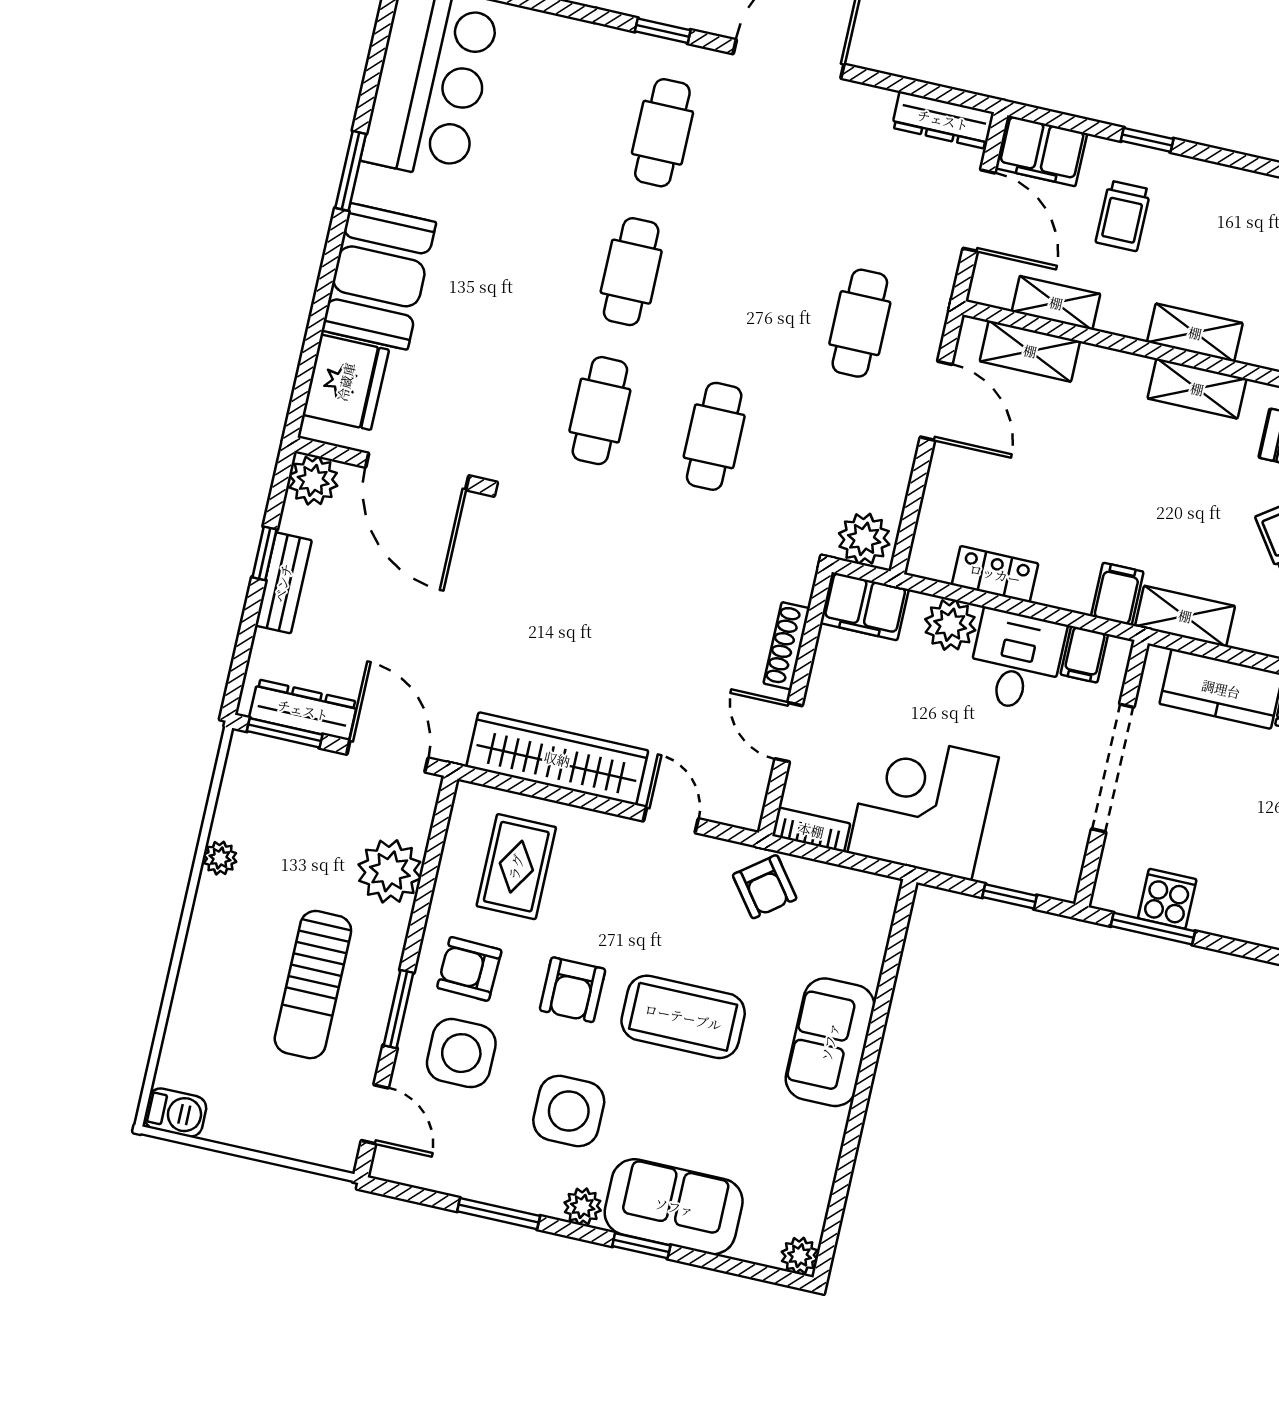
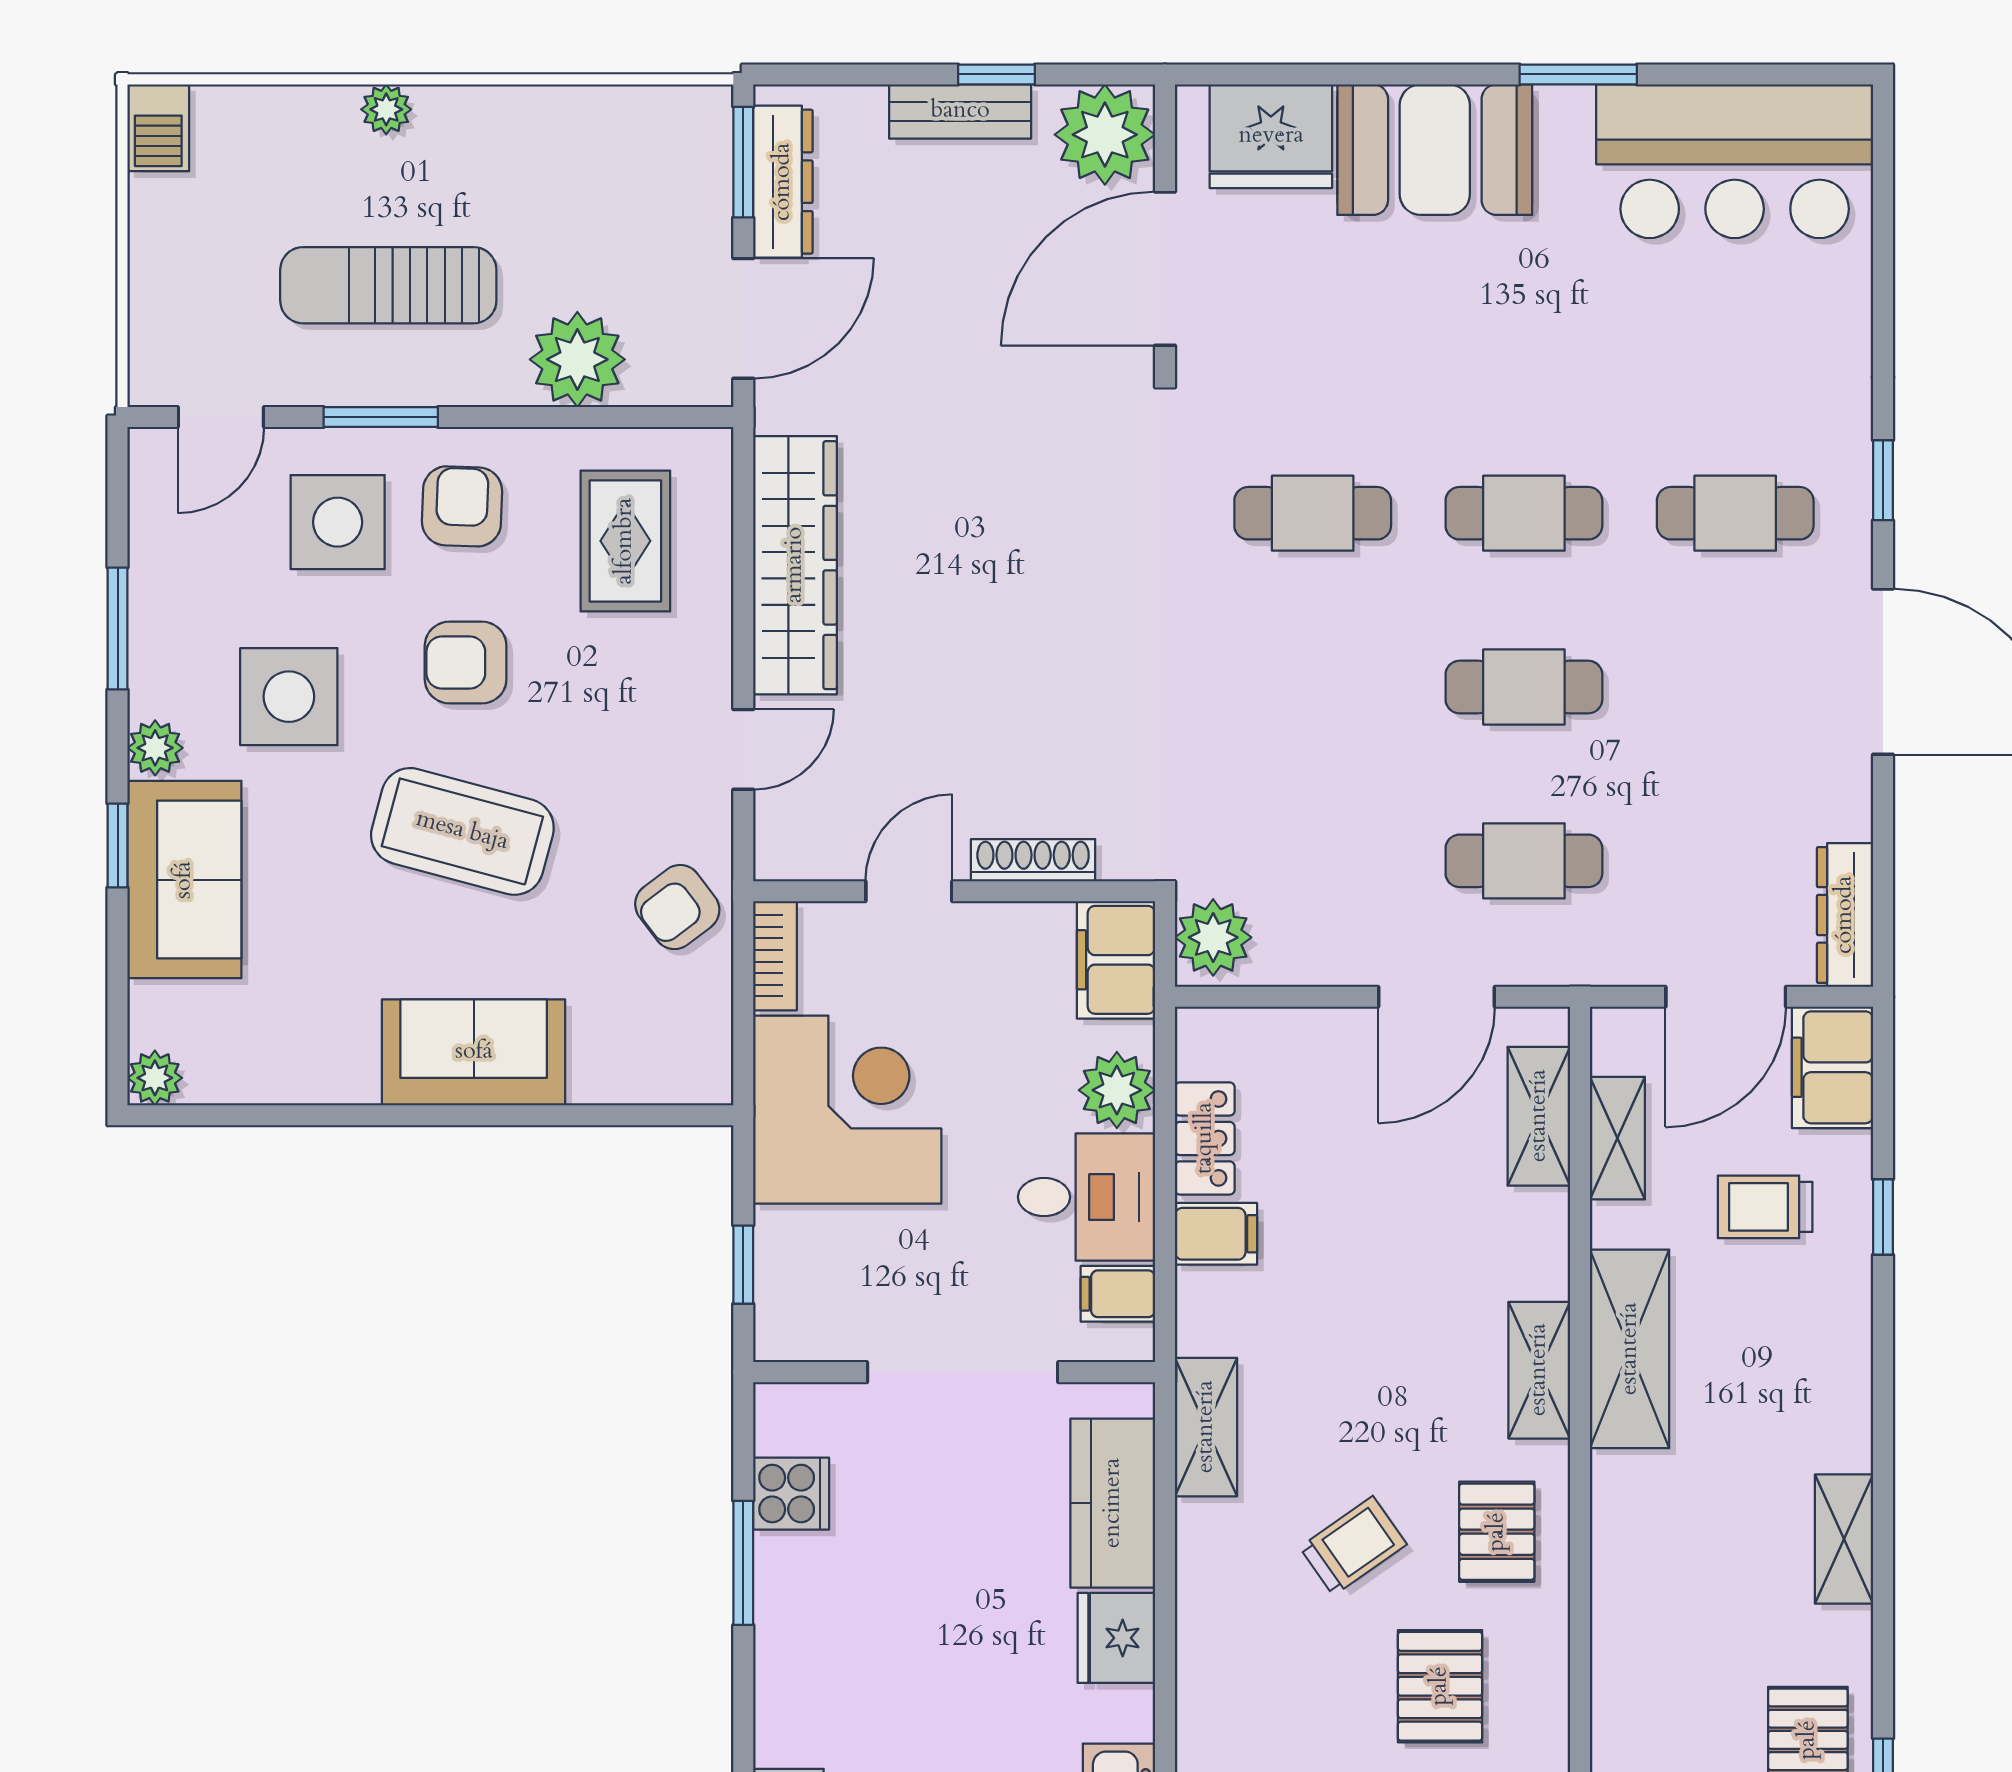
shelving: (1195, 333) -> (1630, 1349), width x1.50, depth x1.33
cafe table: (714, 436) -> (1524, 687), moved
plant: (313, 480) -> (1105, 135), width x1.36, depth x1.36
filing cabinet: (1117, 594) -> (1216, 1234), moved
plant: (220, 858) -> (386, 109), moved
rug: (516, 867) -> (625, 541), turned 90
window: (1153, 929) -> (743, 1563), moved
coffee table: (683, 1017) -> (462, 831), turned -75

